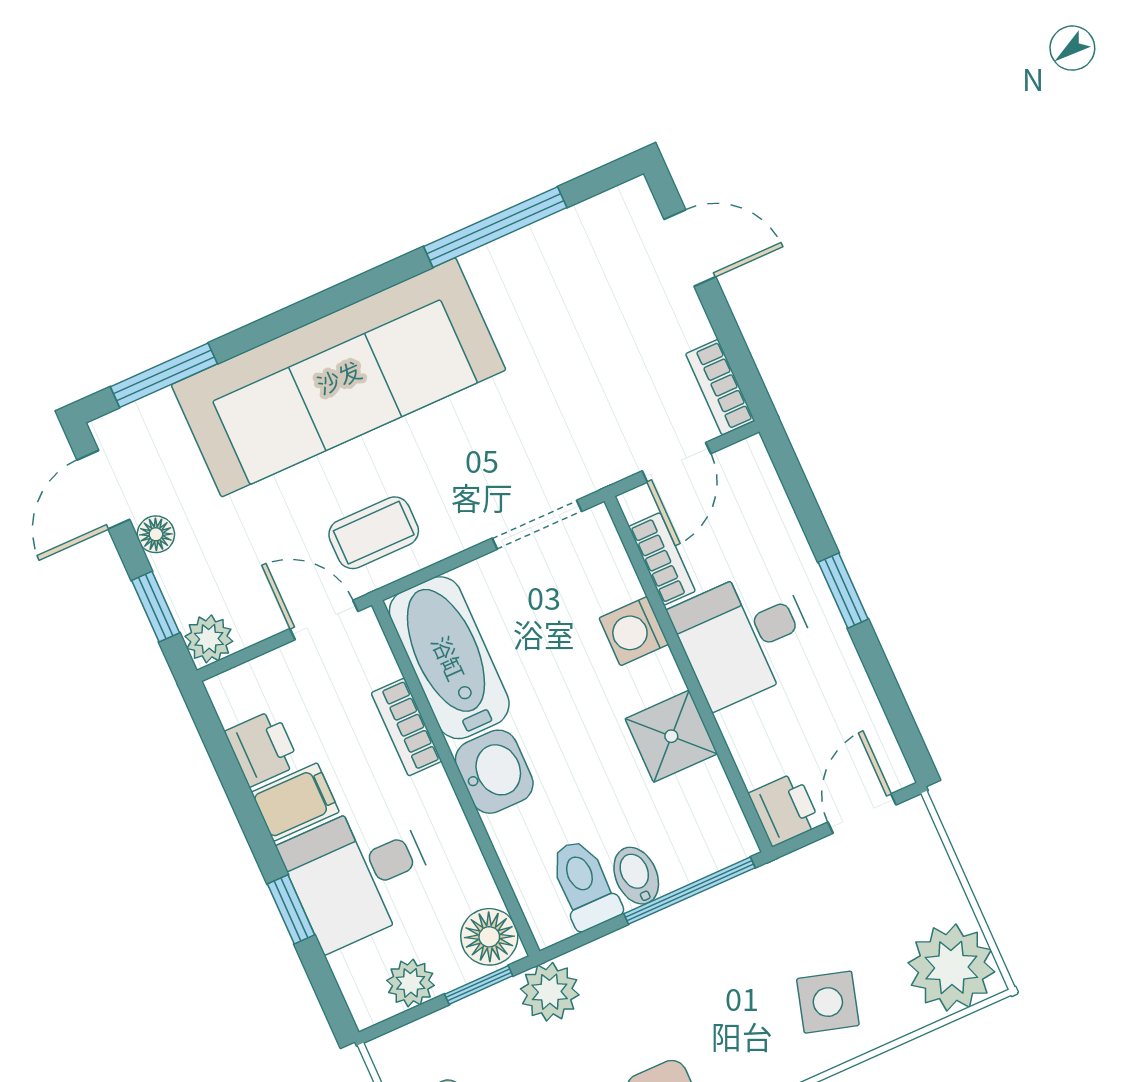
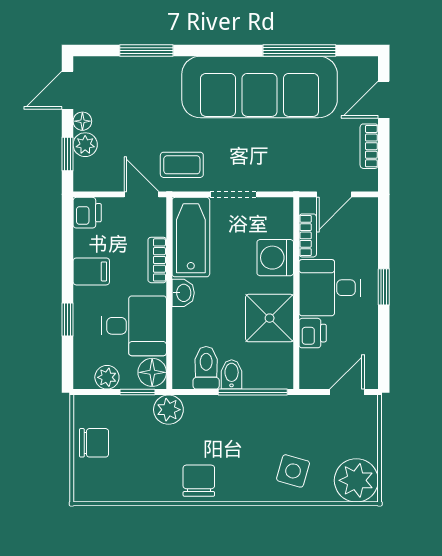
door: (690, 248) -> (384, 100), swing flipped
window: (164, 375) -> (146, 50), moved
sofa: (339, 377) -> (260, 87), moved
bookcase: (720, 387) -> (369, 146), moved
doorway: (537, 525) -> (234, 194), moved
washing machine: (634, 631) -> (275, 258), width x1.38, depth x1.38
plant: (209, 639) -> (85, 145), moved
shower: (671, 736) -> (270, 318), width x1.36, depth x1.36
printer: (262, 748) -> (87, 213), moved
washbasin: (494, 772) -> (183, 293), width x0.72, depth x0.69
printer: (785, 809) -> (313, 333), moved
desk: (359, 874) -> (134, 326), moved, turned 180

